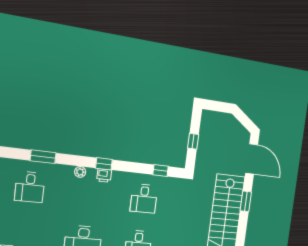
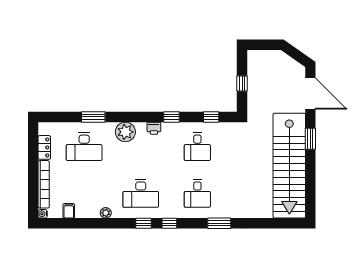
window: (104, 164) -> (171, 117), moved
plant: (80, 172) -> (125, 132), width x1.87, depth x1.87
desk: (30, 187) -> (84, 147), width x1.37

